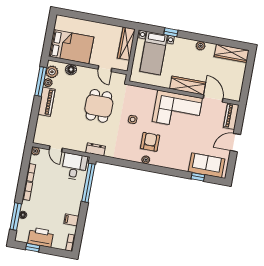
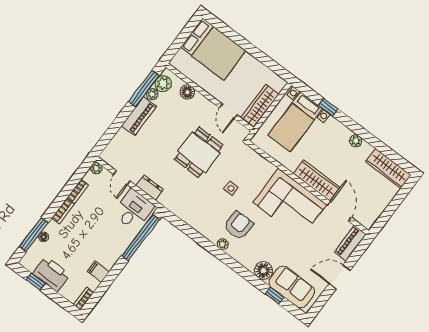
wardrobe: (126, 44) -> (260, 106), moved
bed: (71, 47) -> (213, 49), moved
dresser: (96, 149) -> (150, 188), moved
floor lamp: (182, 164) -> (263, 271), added

